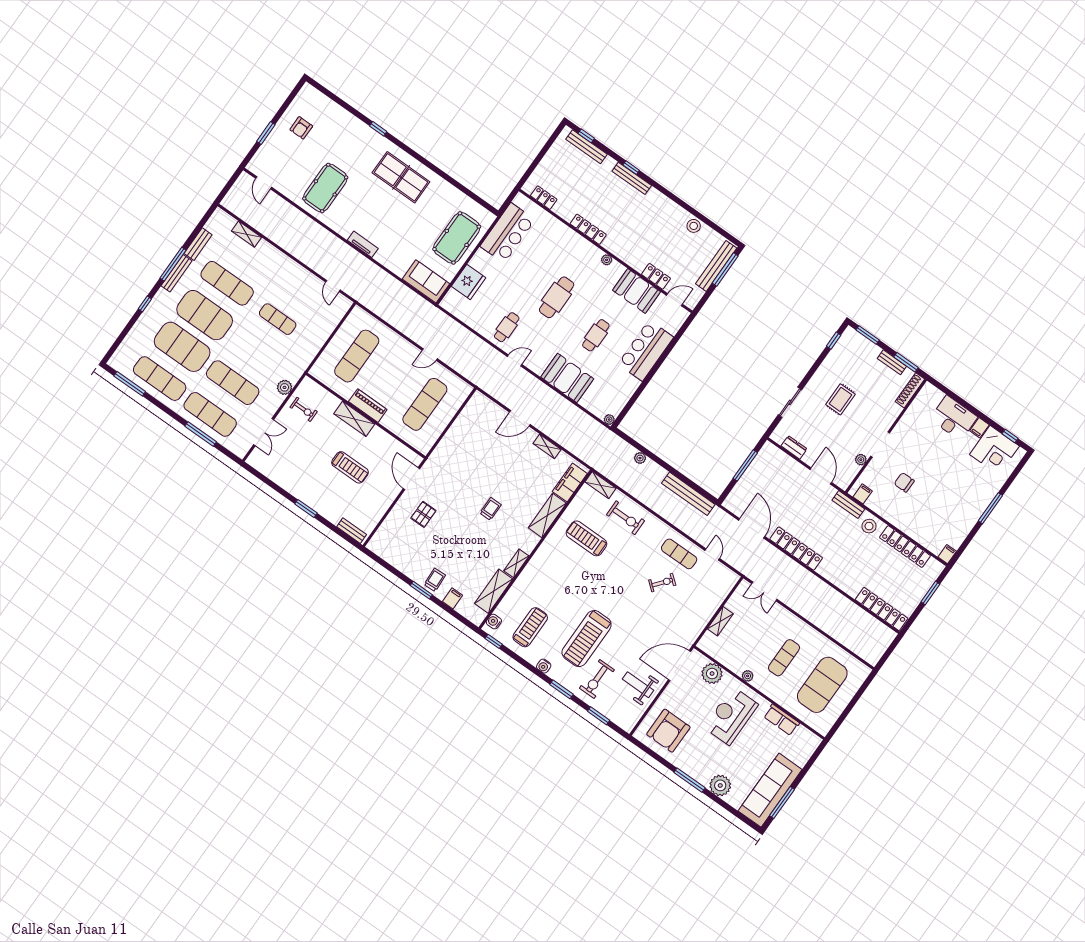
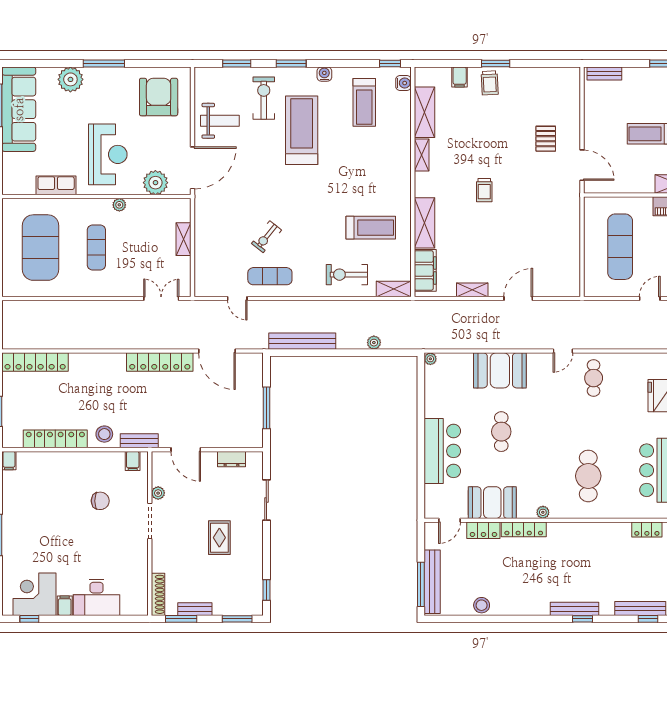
locker: (588, 229) -> (524, 529), moved
cafe table: (557, 297) -> (588, 476), moved

